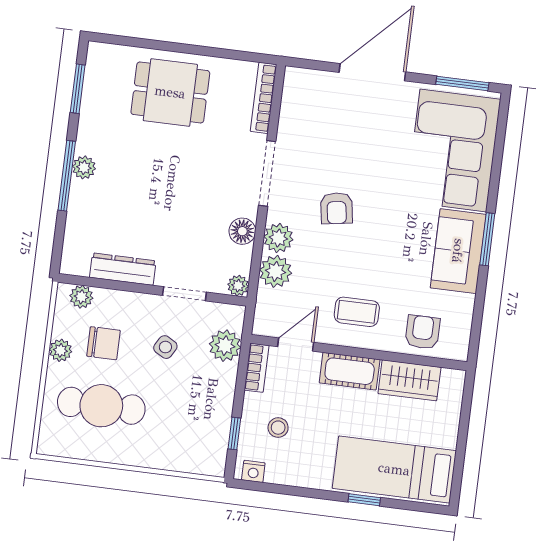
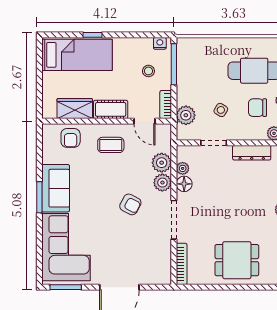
armchair: (337, 208) -> (130, 204), turned 127
plant: (238, 286) -> (183, 168), moved
door: (296, 344) -> (144, 121), hinge flipped
window: (234, 433) -> (174, 64), width x2.17

